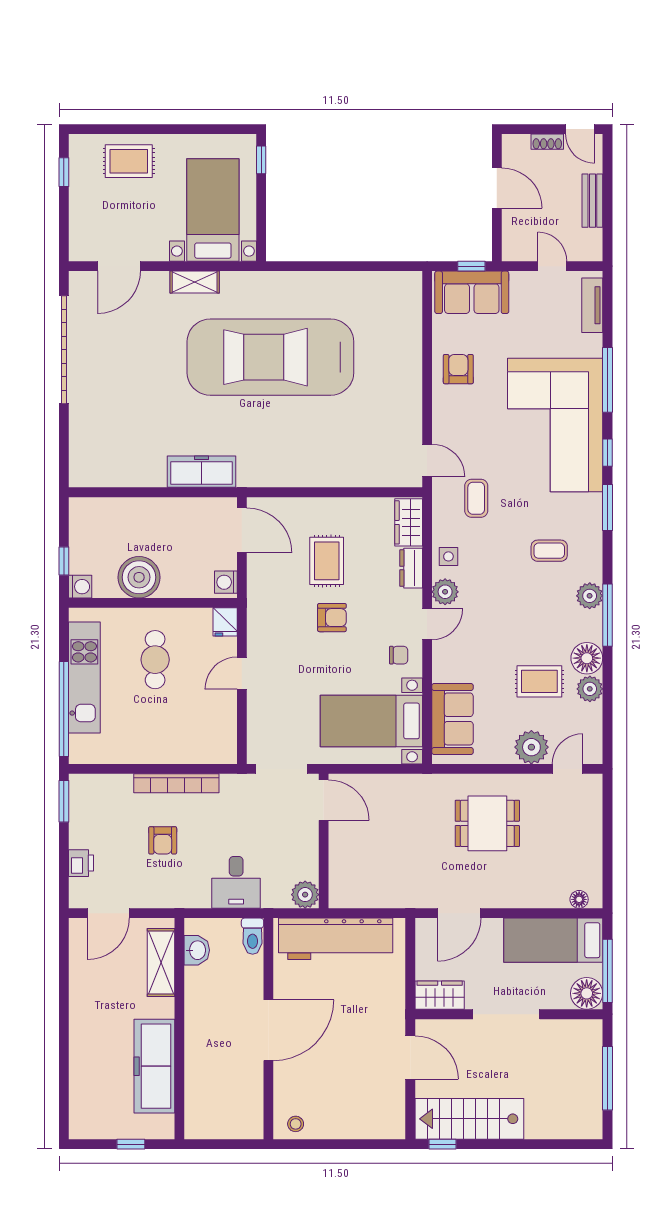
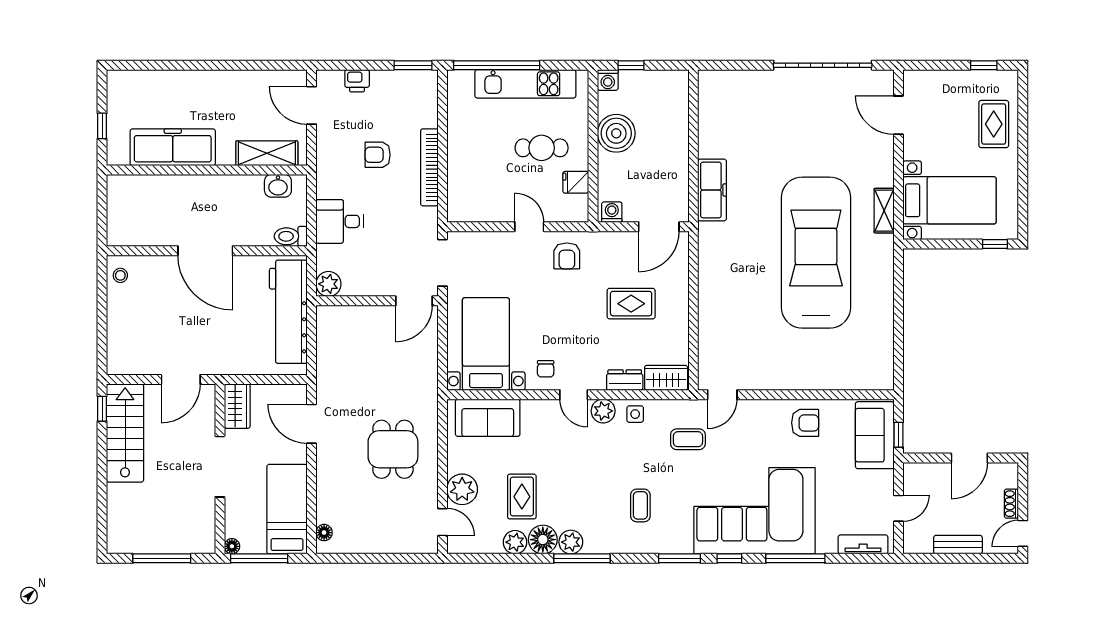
shelving: (195, 282) -> (884, 211), moved
plant: (590, 596) -> (571, 542), moved
armchair: (332, 618) -> (567, 256), moved
fridge: (225, 622) -> (576, 182), moved
floor lamp: (587, 993) -> (232, 546), width x0.53, depth x0.53

